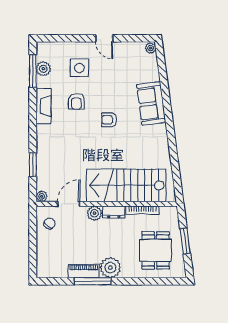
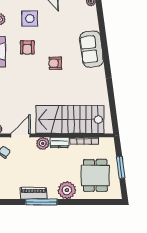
plant: (110, 268) -> (67, 190), moved

